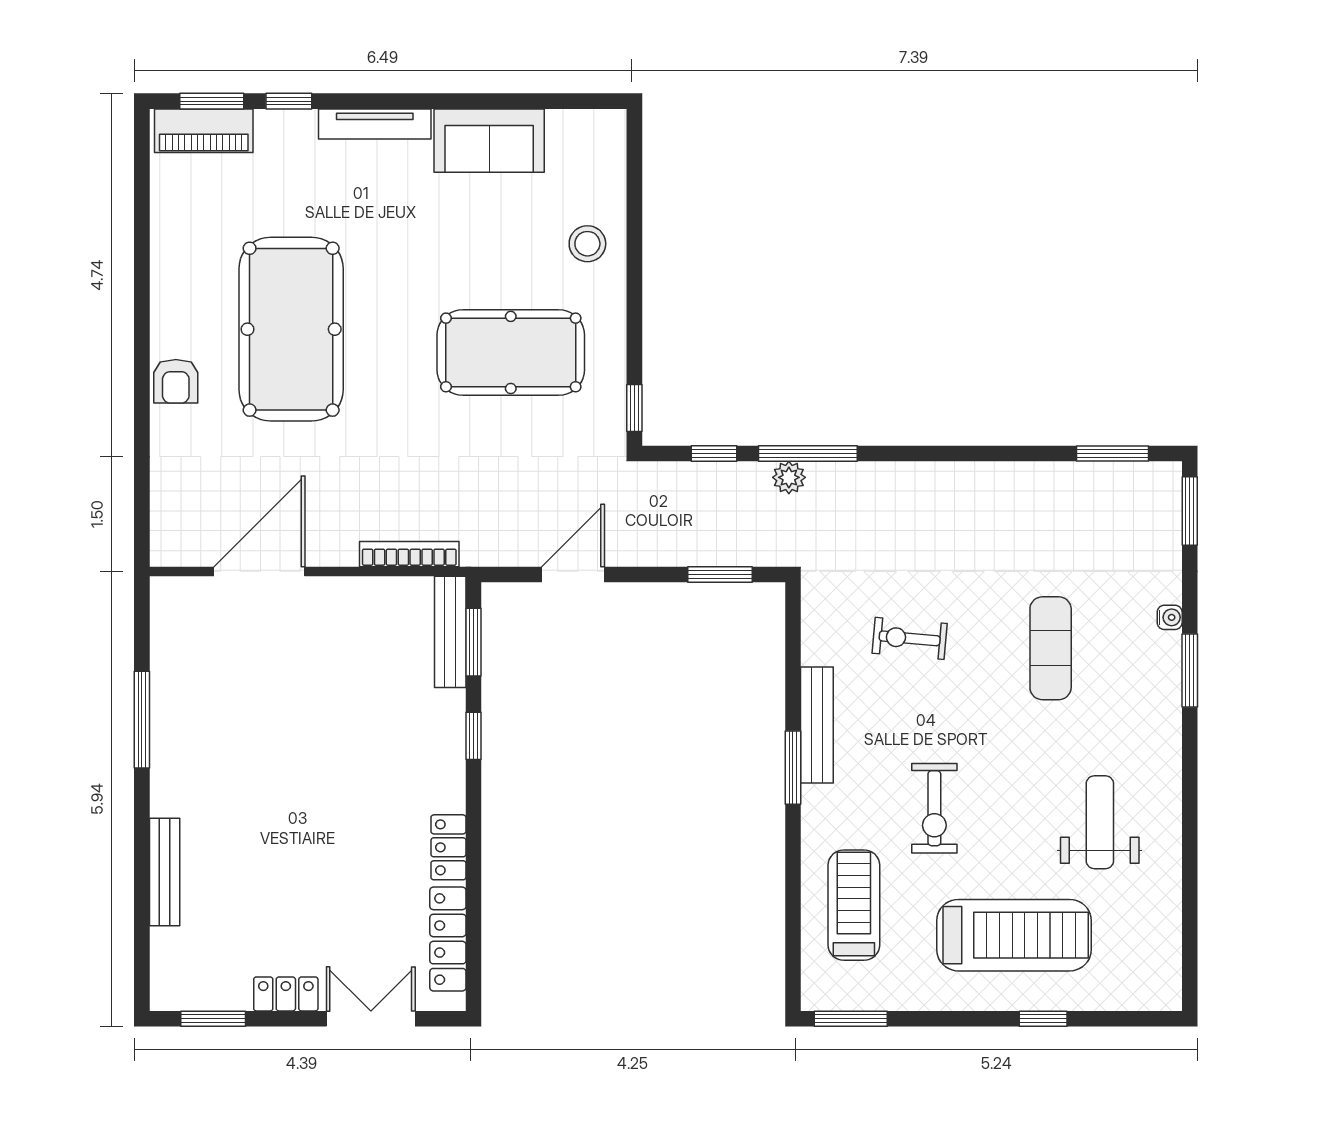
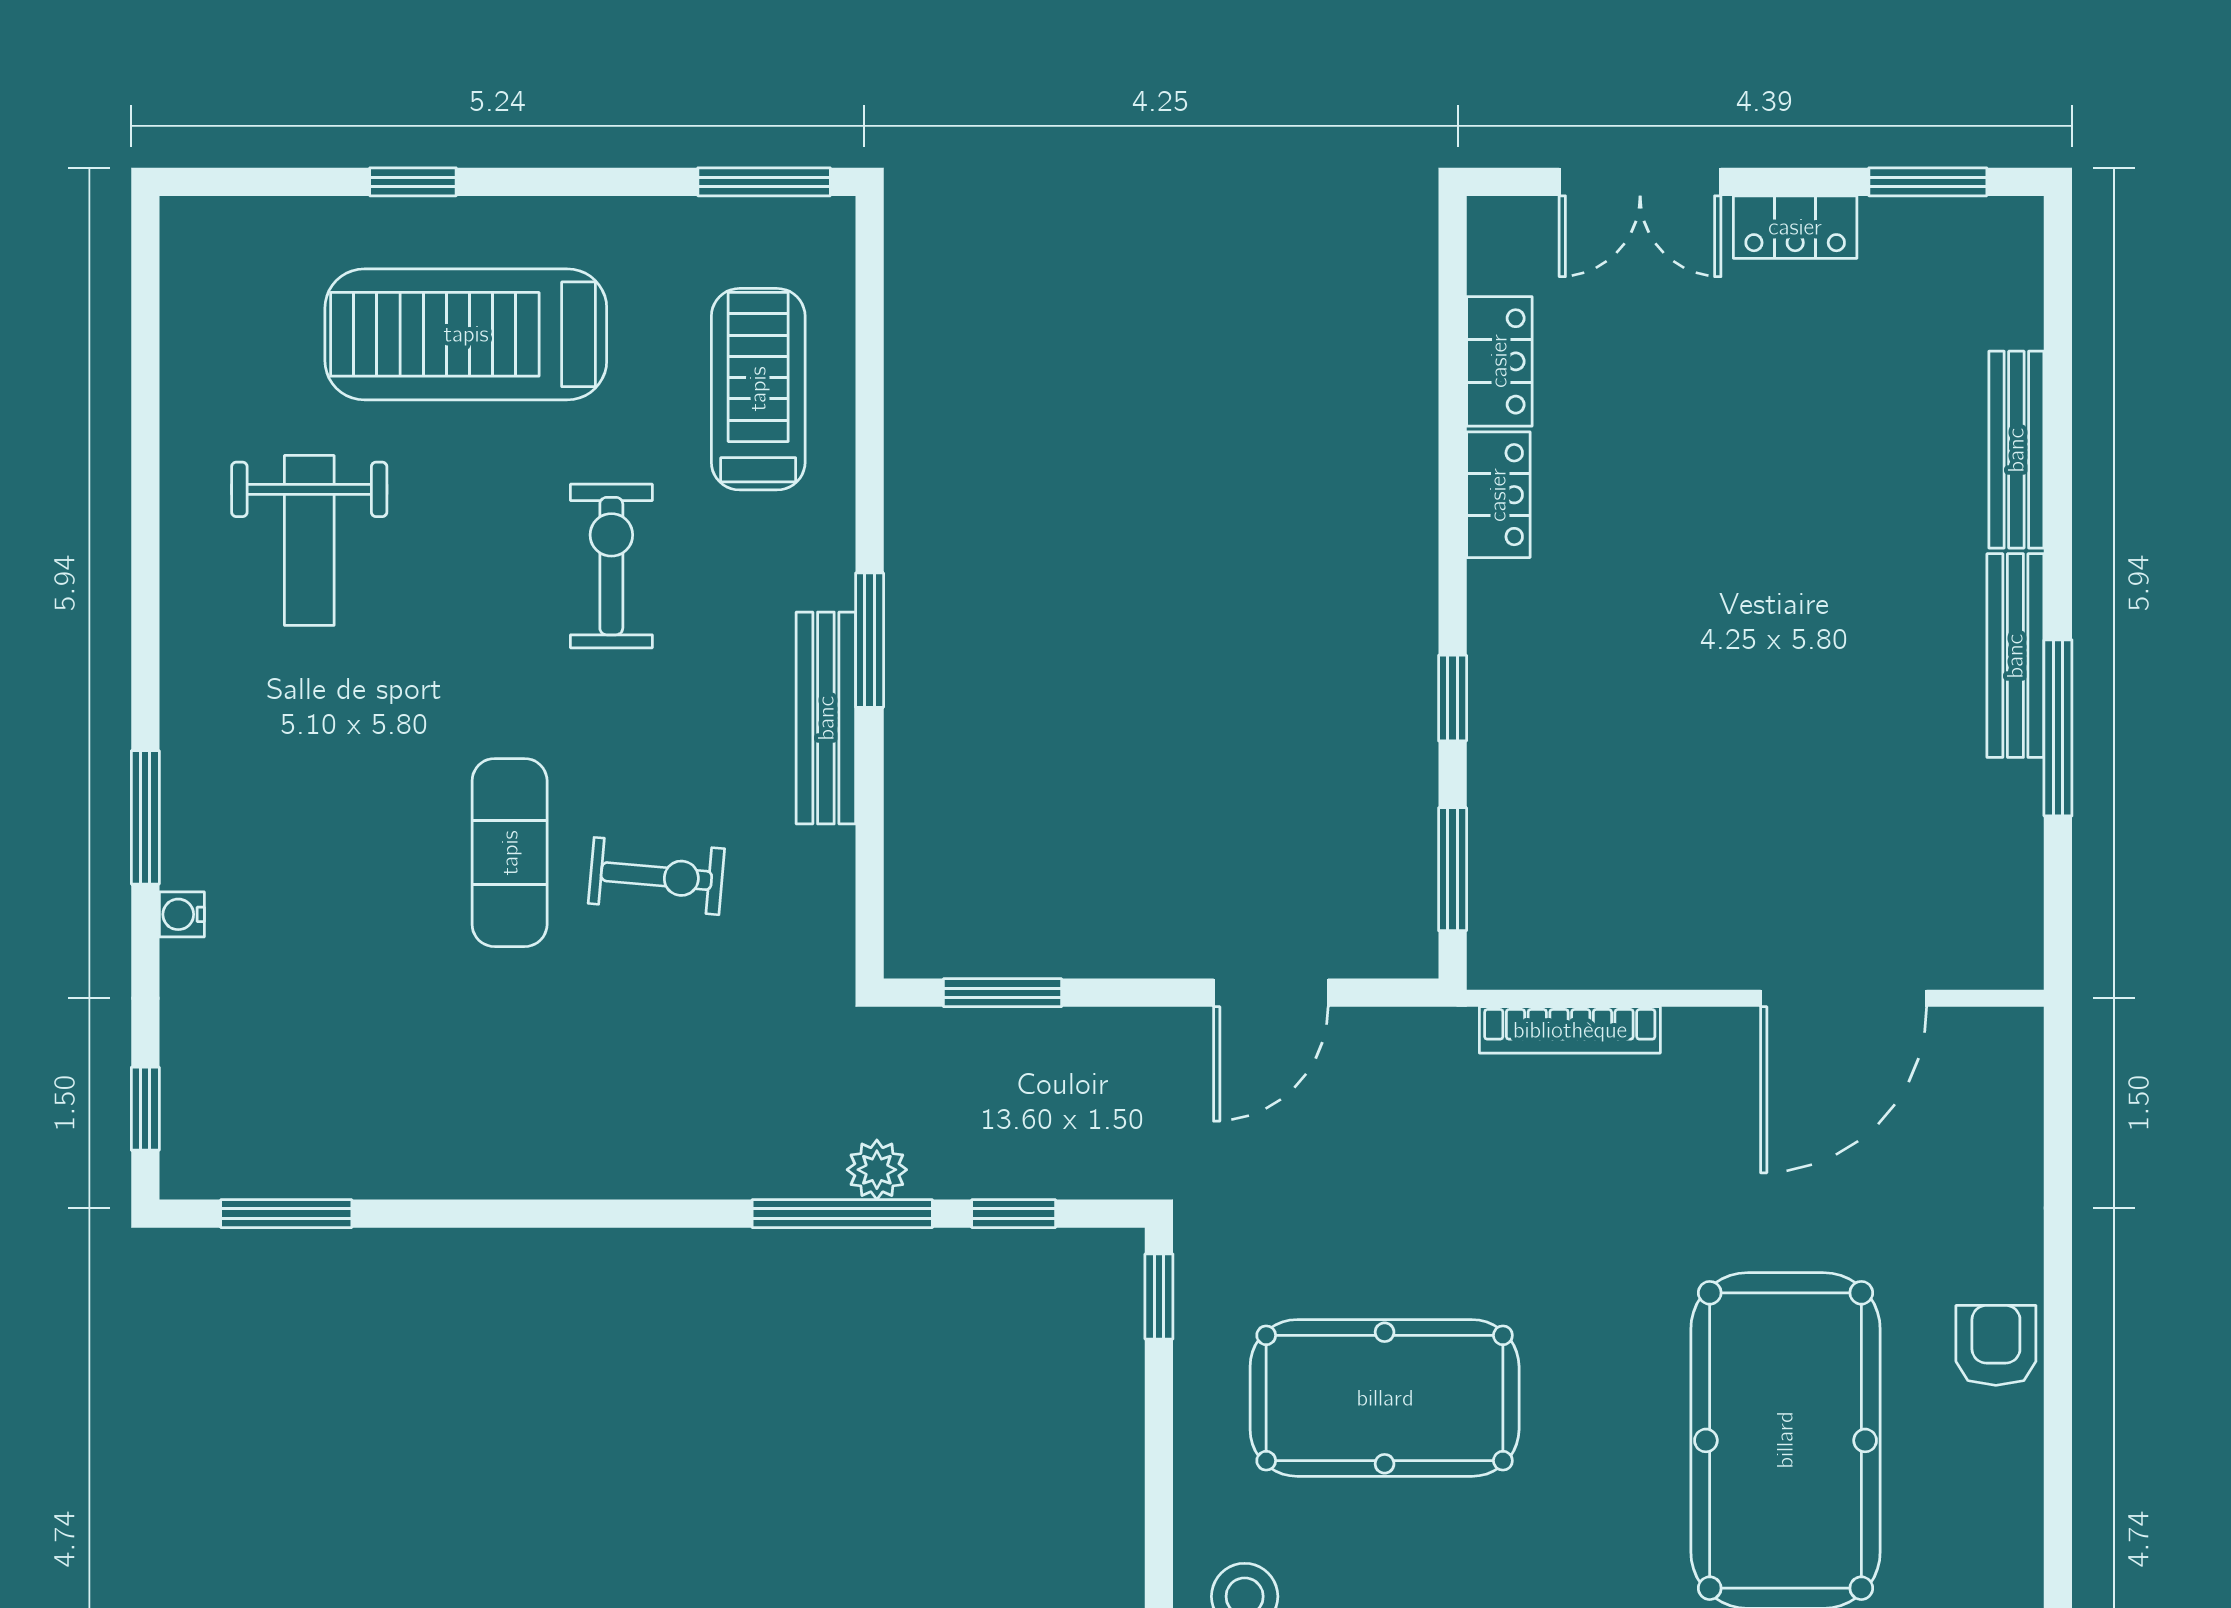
window: (1190, 511) -> (145, 1109), width x0.67
bench: (450, 632) -> (2015, 656), moved
exercise mat: (1051, 648) -> (510, 853), moved
treadmill: (854, 905) -> (758, 389), turned 180
locker: (448, 939) -> (1499, 361), width x0.66

